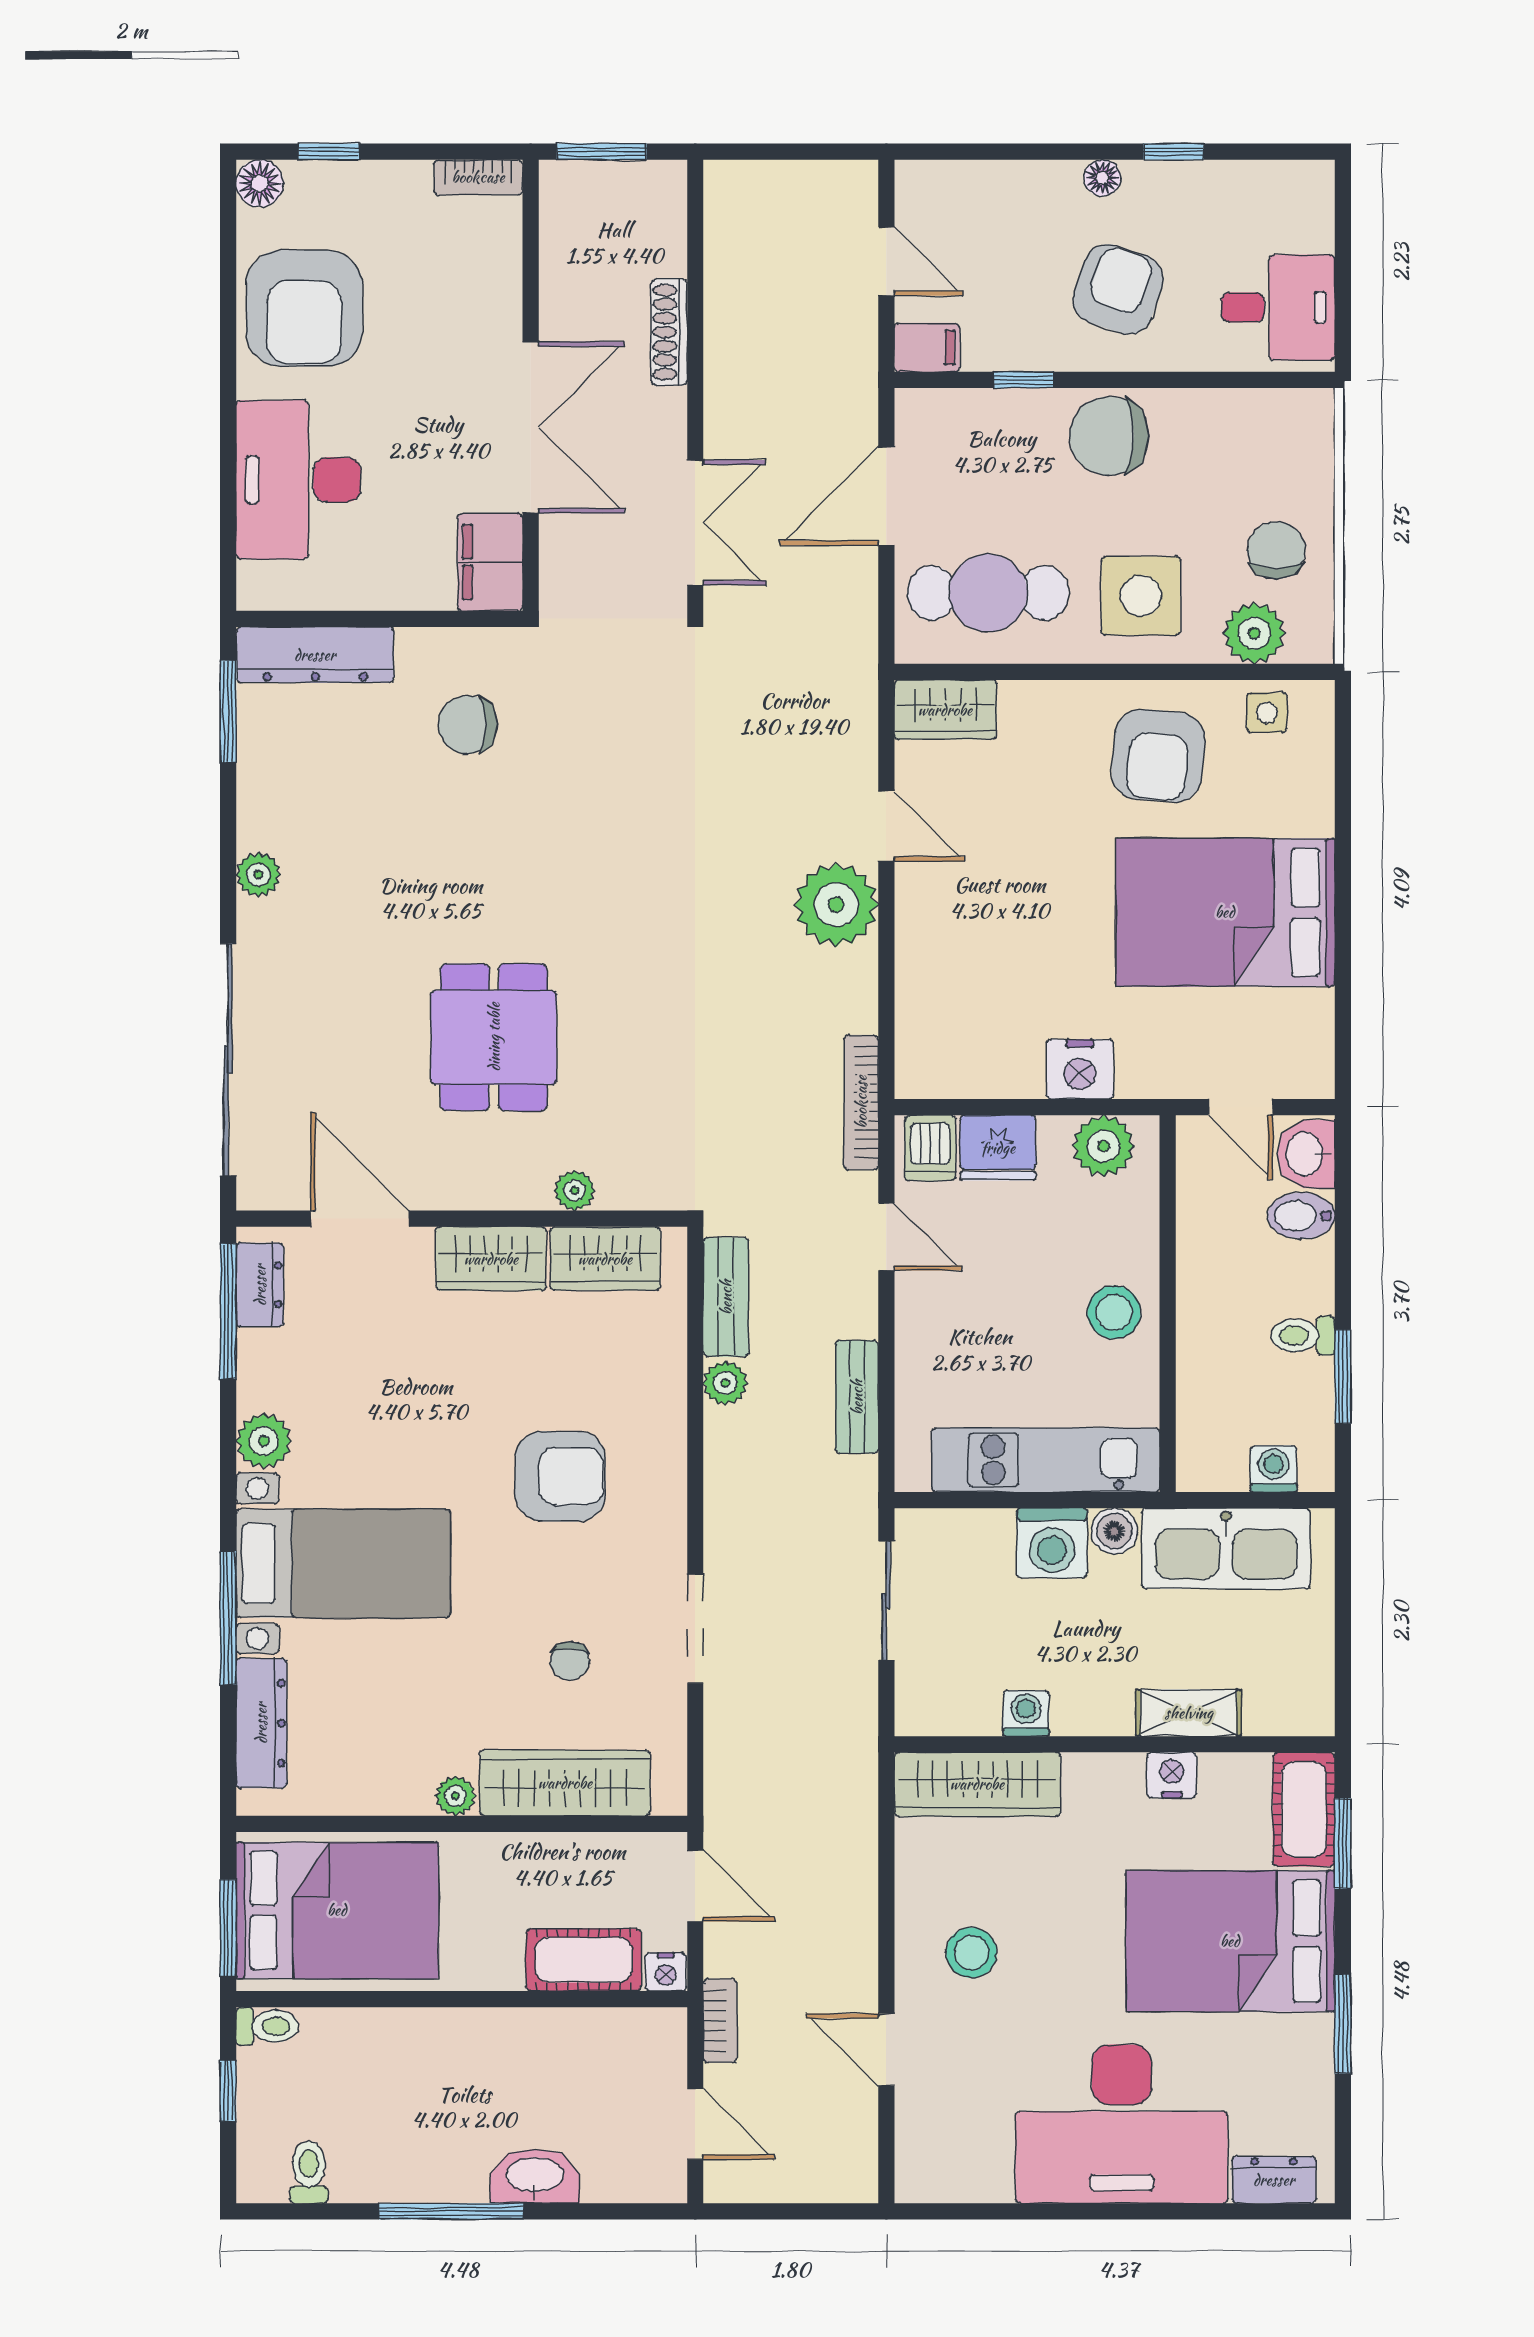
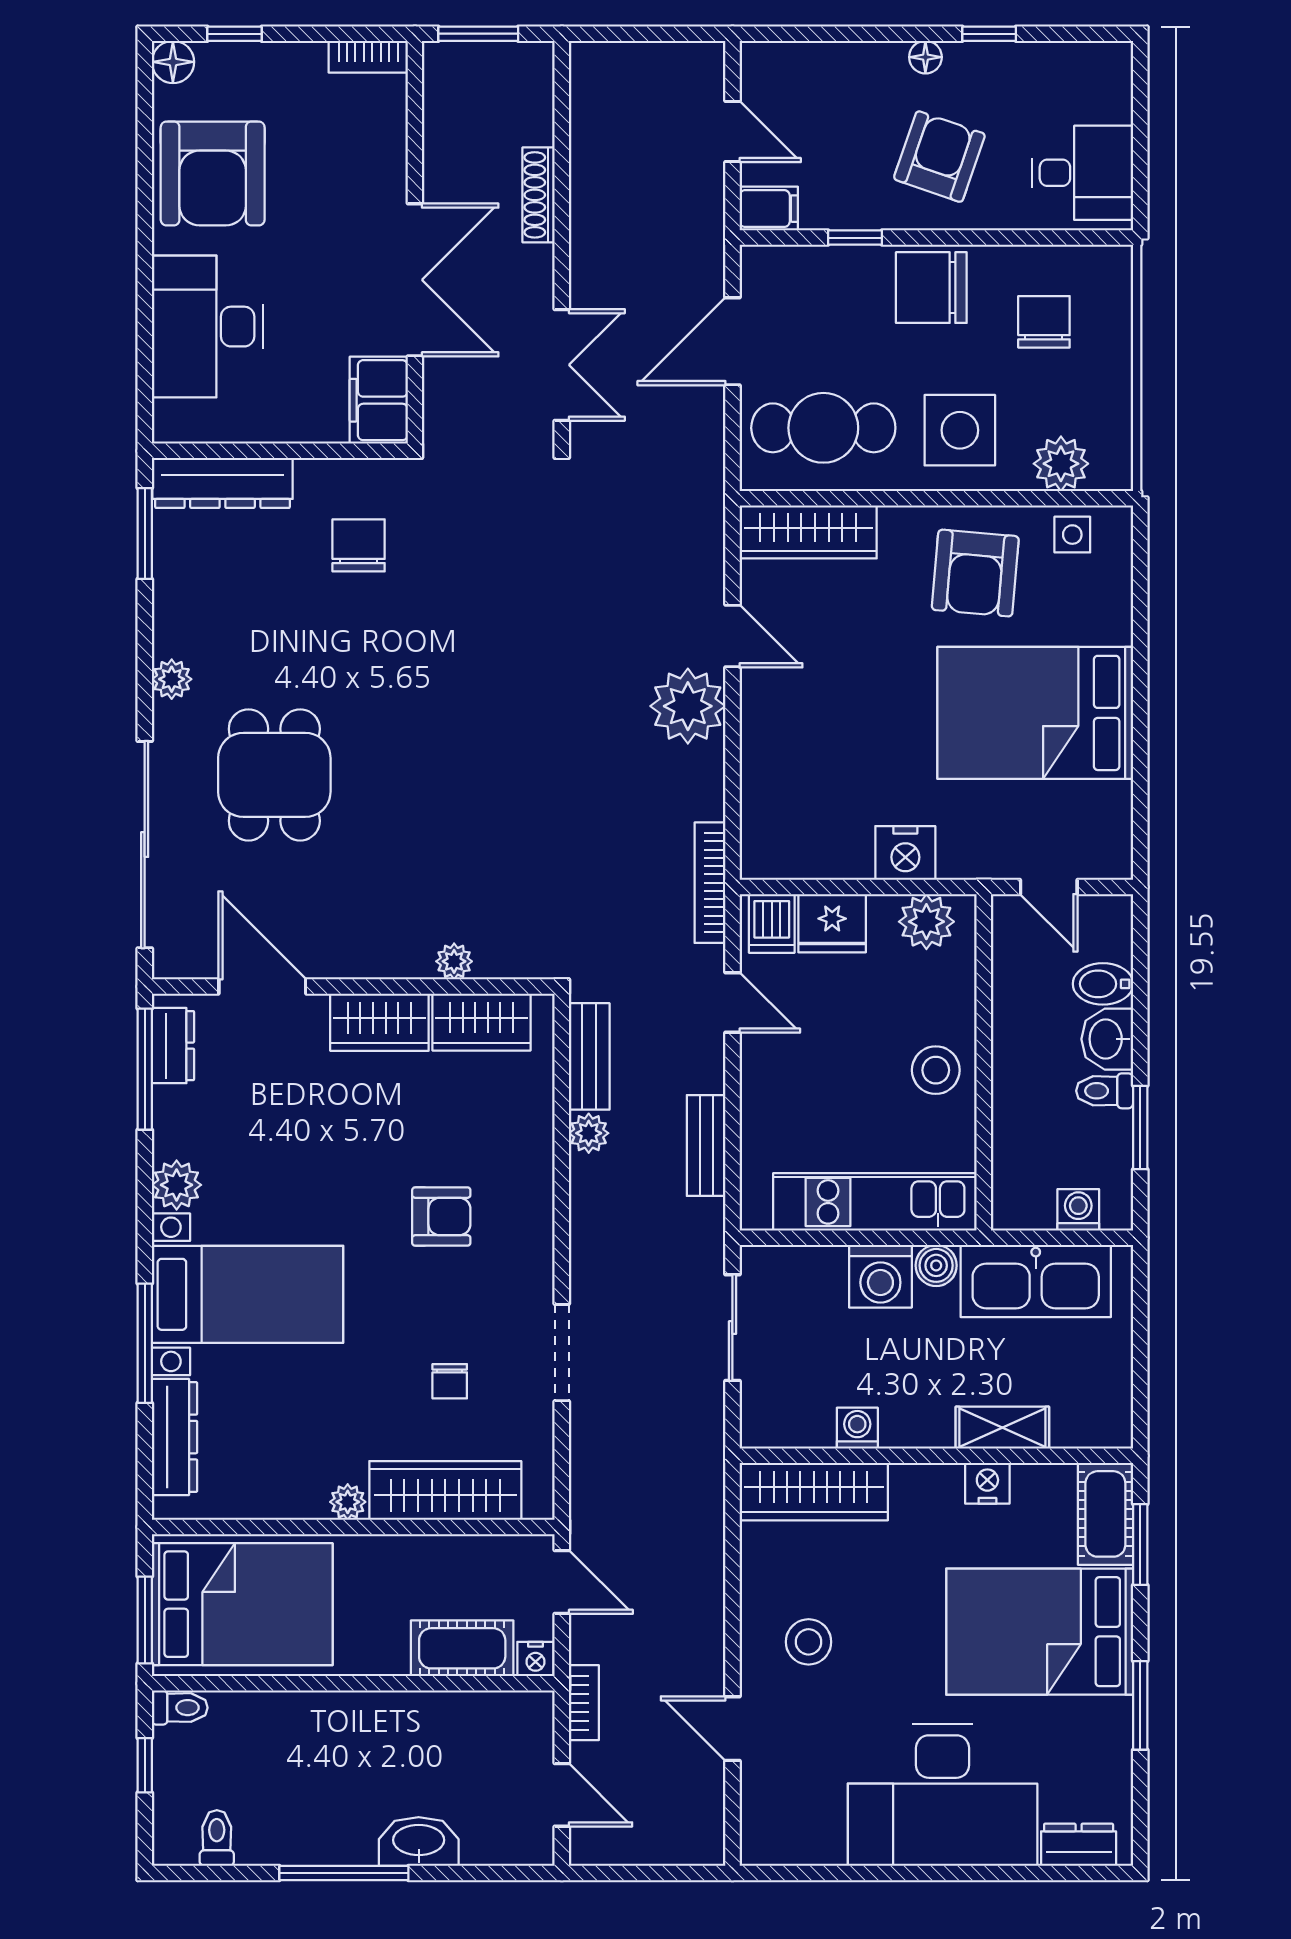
chair: (1276, 550) -> (1044, 322), moved
wardrobe: (945, 710) -> (808, 532), width x1.50
chair: (468, 725) -> (359, 545), turned 90
dining table: (494, 1037) -> (274, 775), moved
washbasin: (1306, 1154) -> (1107, 1039), moved
armchair: (560, 1476) -> (441, 1217), width x0.72, depth x0.72

